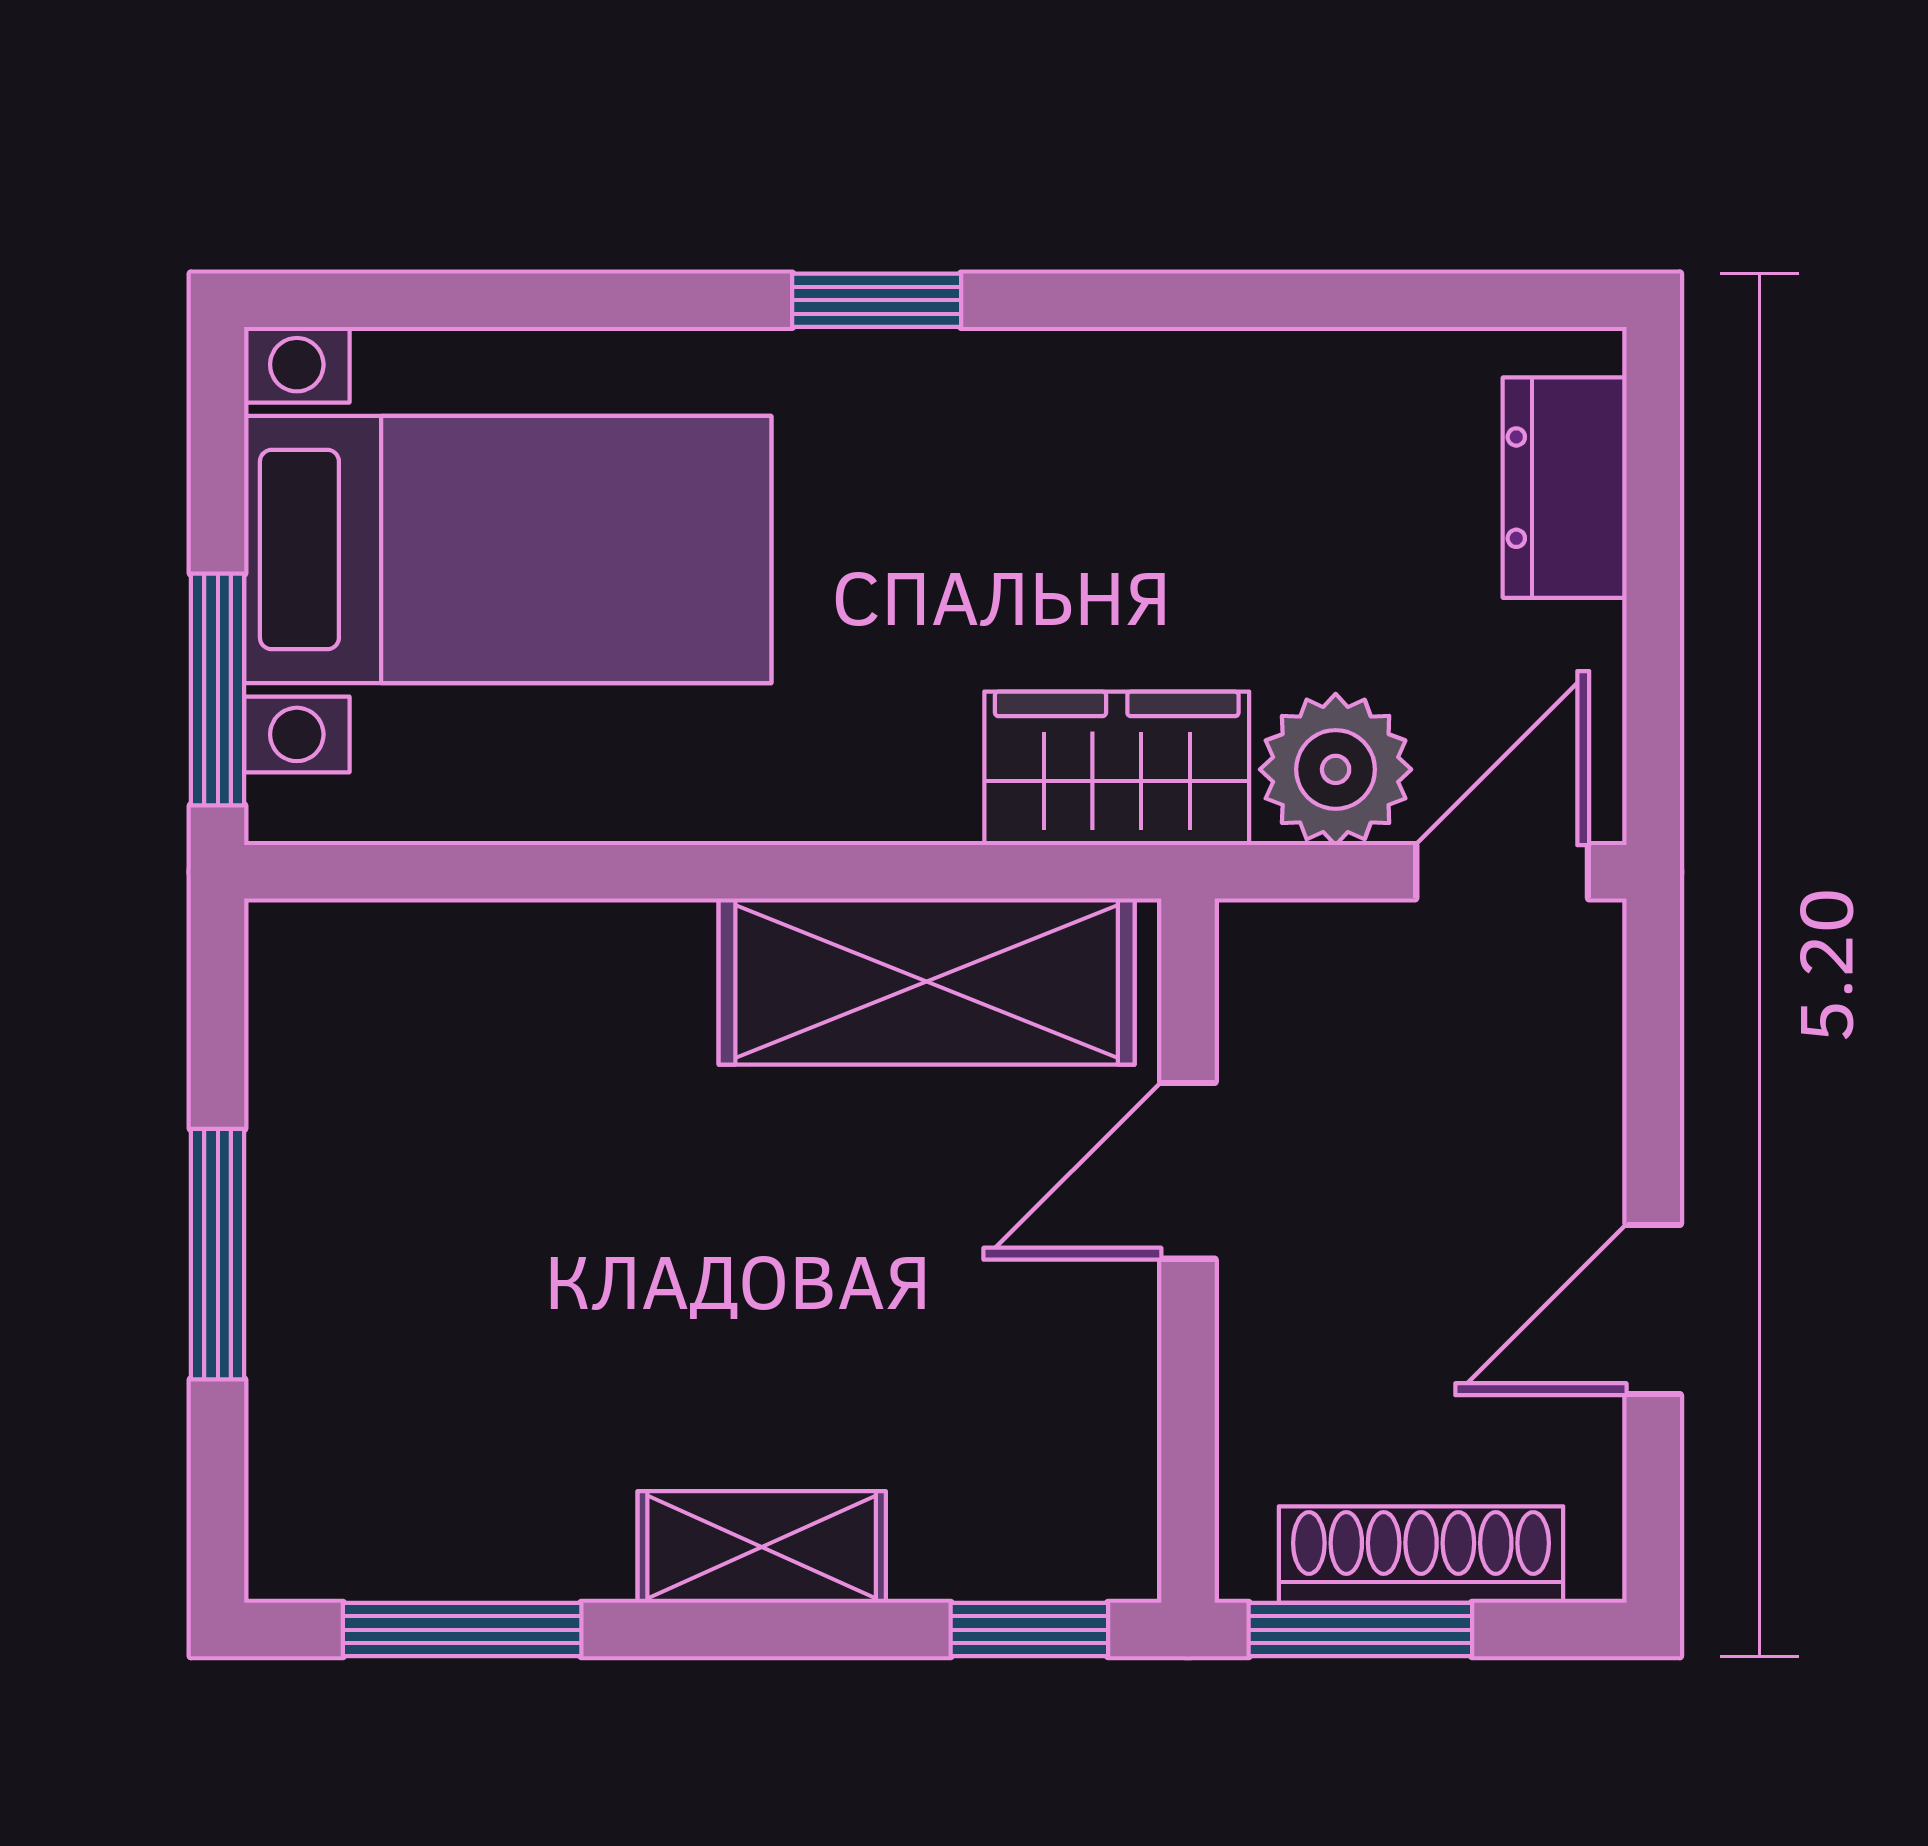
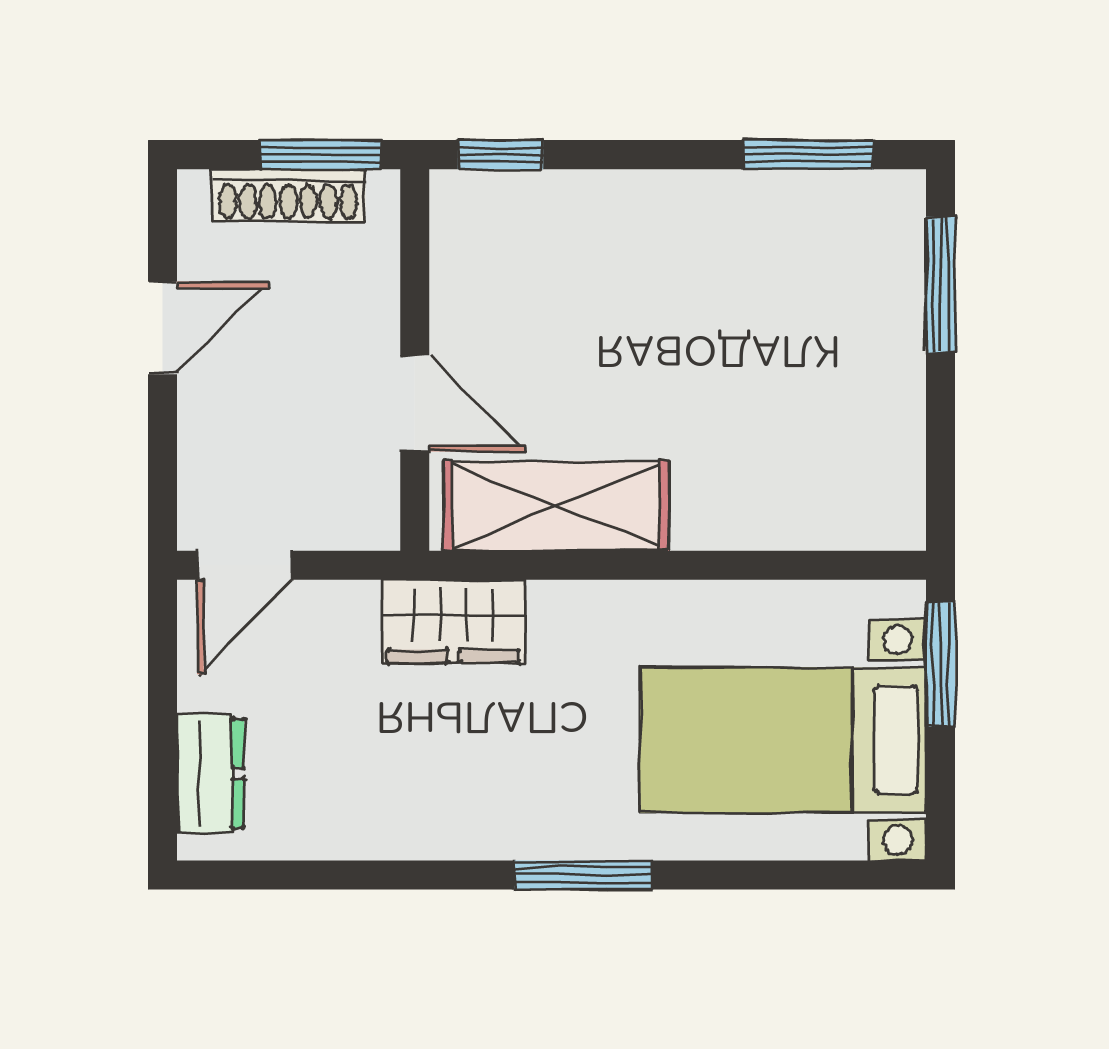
window: (877, 300) -> (583, 875), width x1.50
plant: (1336, 769) -> (335, 621), removed
door: (1188, 1171) -> (415, 403), hinge flipped
window: (218, 1254) -> (940, 285), moved
shelving: (762, 1547) -> (646, 199), removed

